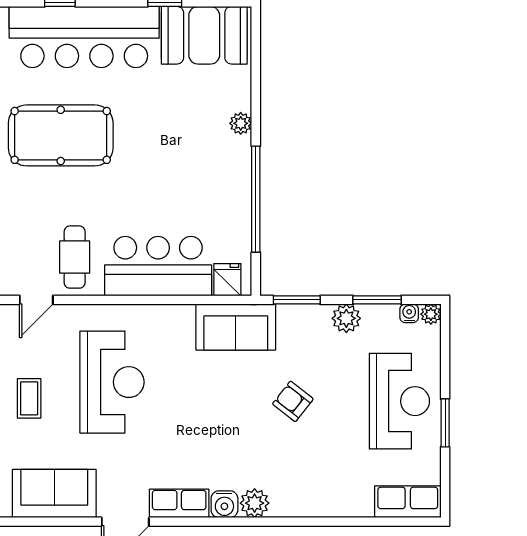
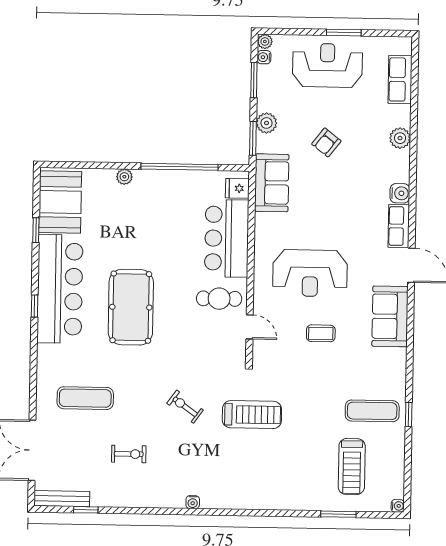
plant: (346, 318) -> (266, 123), moved
reception desk: (112, 382) -> (310, 273), turned 180
row of seats: (408, 502) -> (400, 80), moved
plant: (255, 503) -> (400, 138), moved

